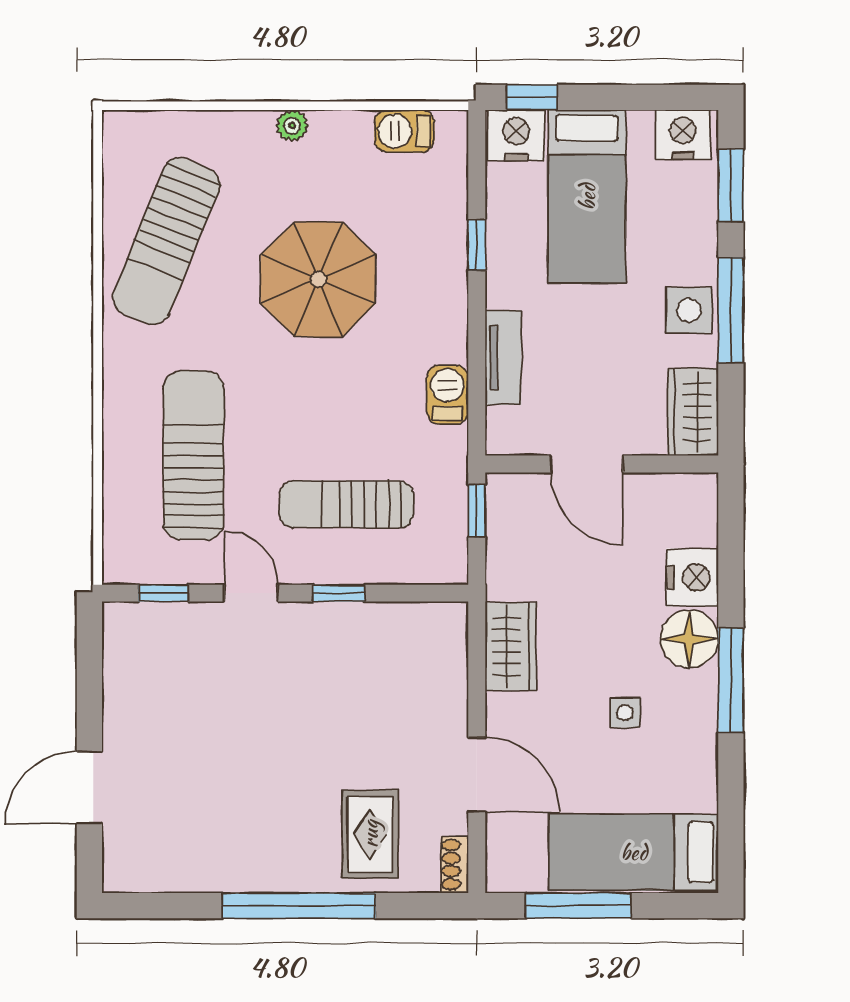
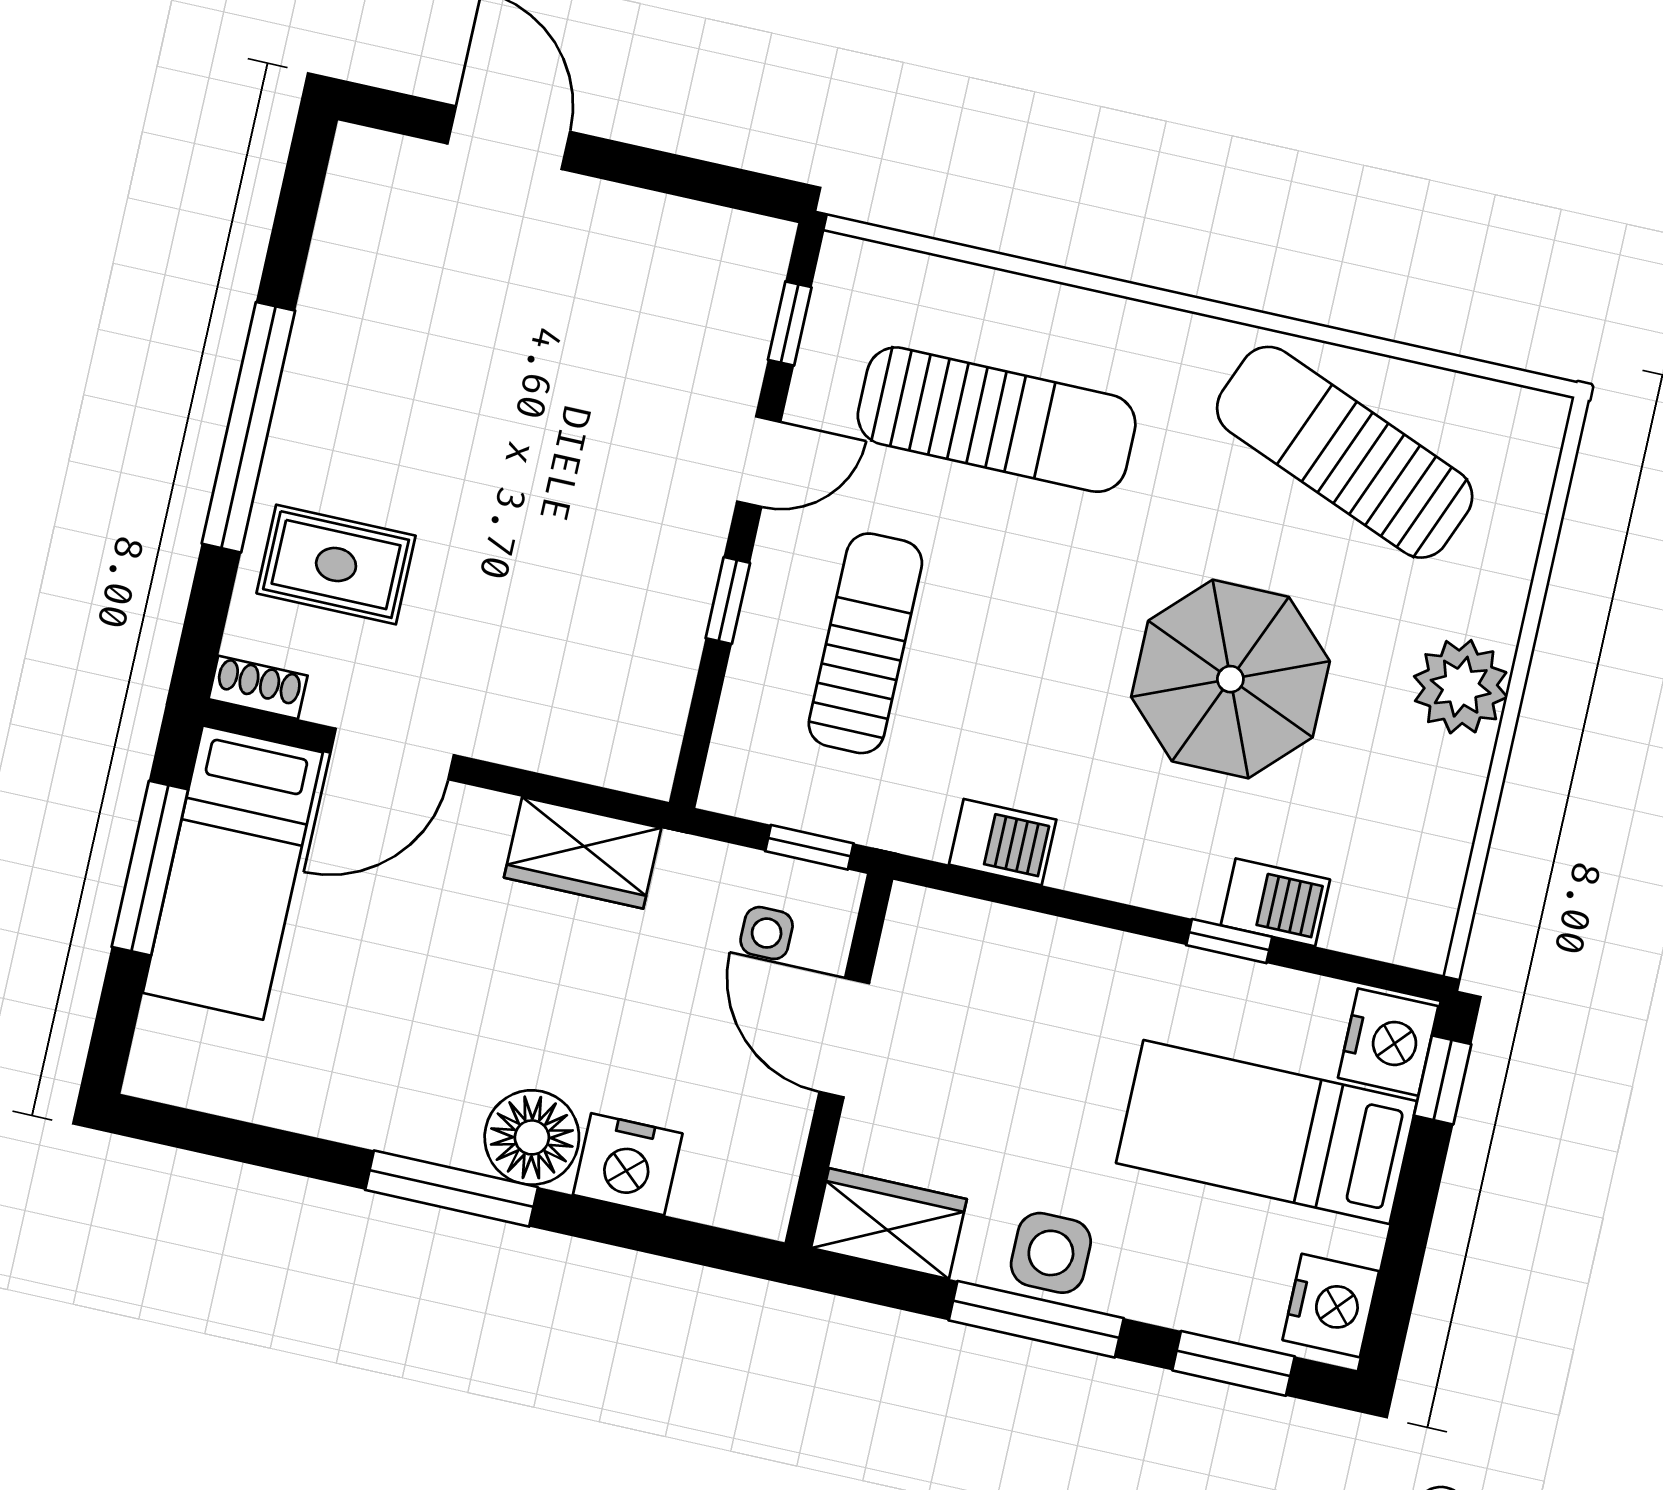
plant: (292, 126) -> (1461, 687), width x1.88, depth x1.88
barbecue: (404, 131) -> (1275, 902), moved, turned 90
tv unit: (503, 358) -> (1041, 943), removed
door: (587, 464) -> (844, 1038), hinge flipped
side table: (625, 713) -> (767, 933), moved
bed: (634, 852) -> (233, 873), moved, turned 180

